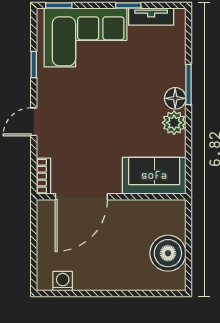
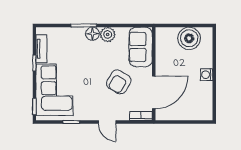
armchair: (98, 140) -> (119, 82), added
door: (81, 197) -> (154, 92), hinge flipped
washing machine: (63, 281) -> (207, 75), moved

